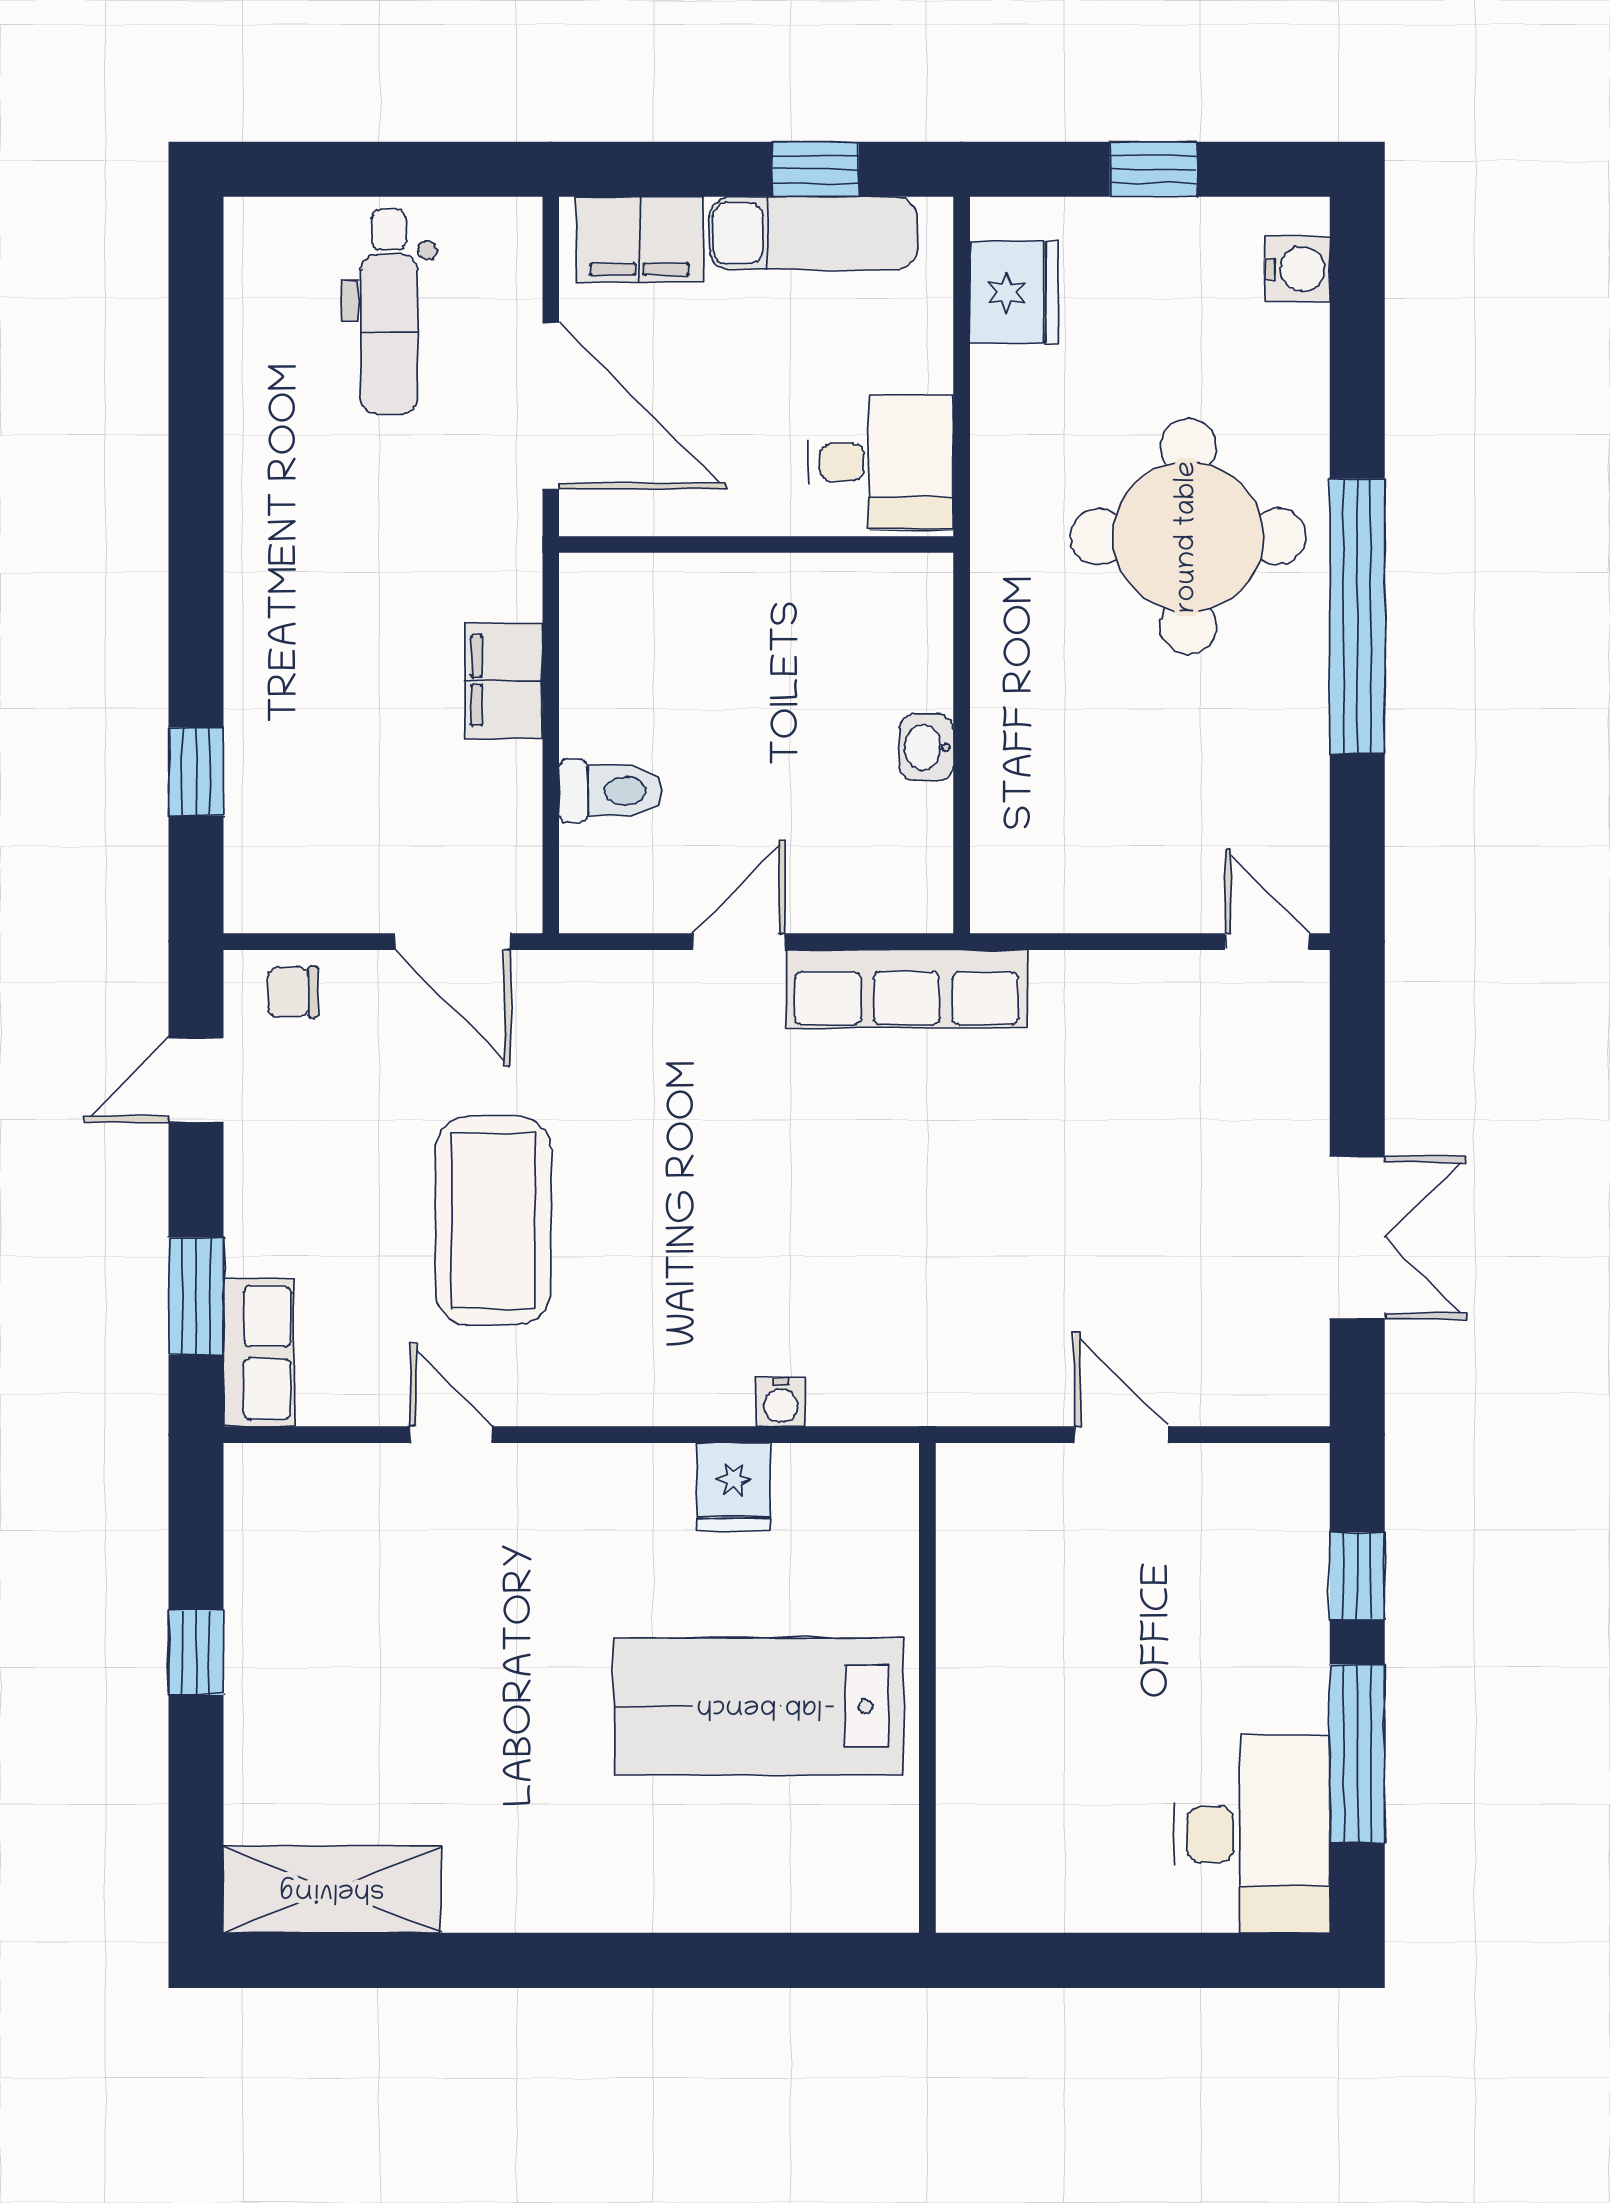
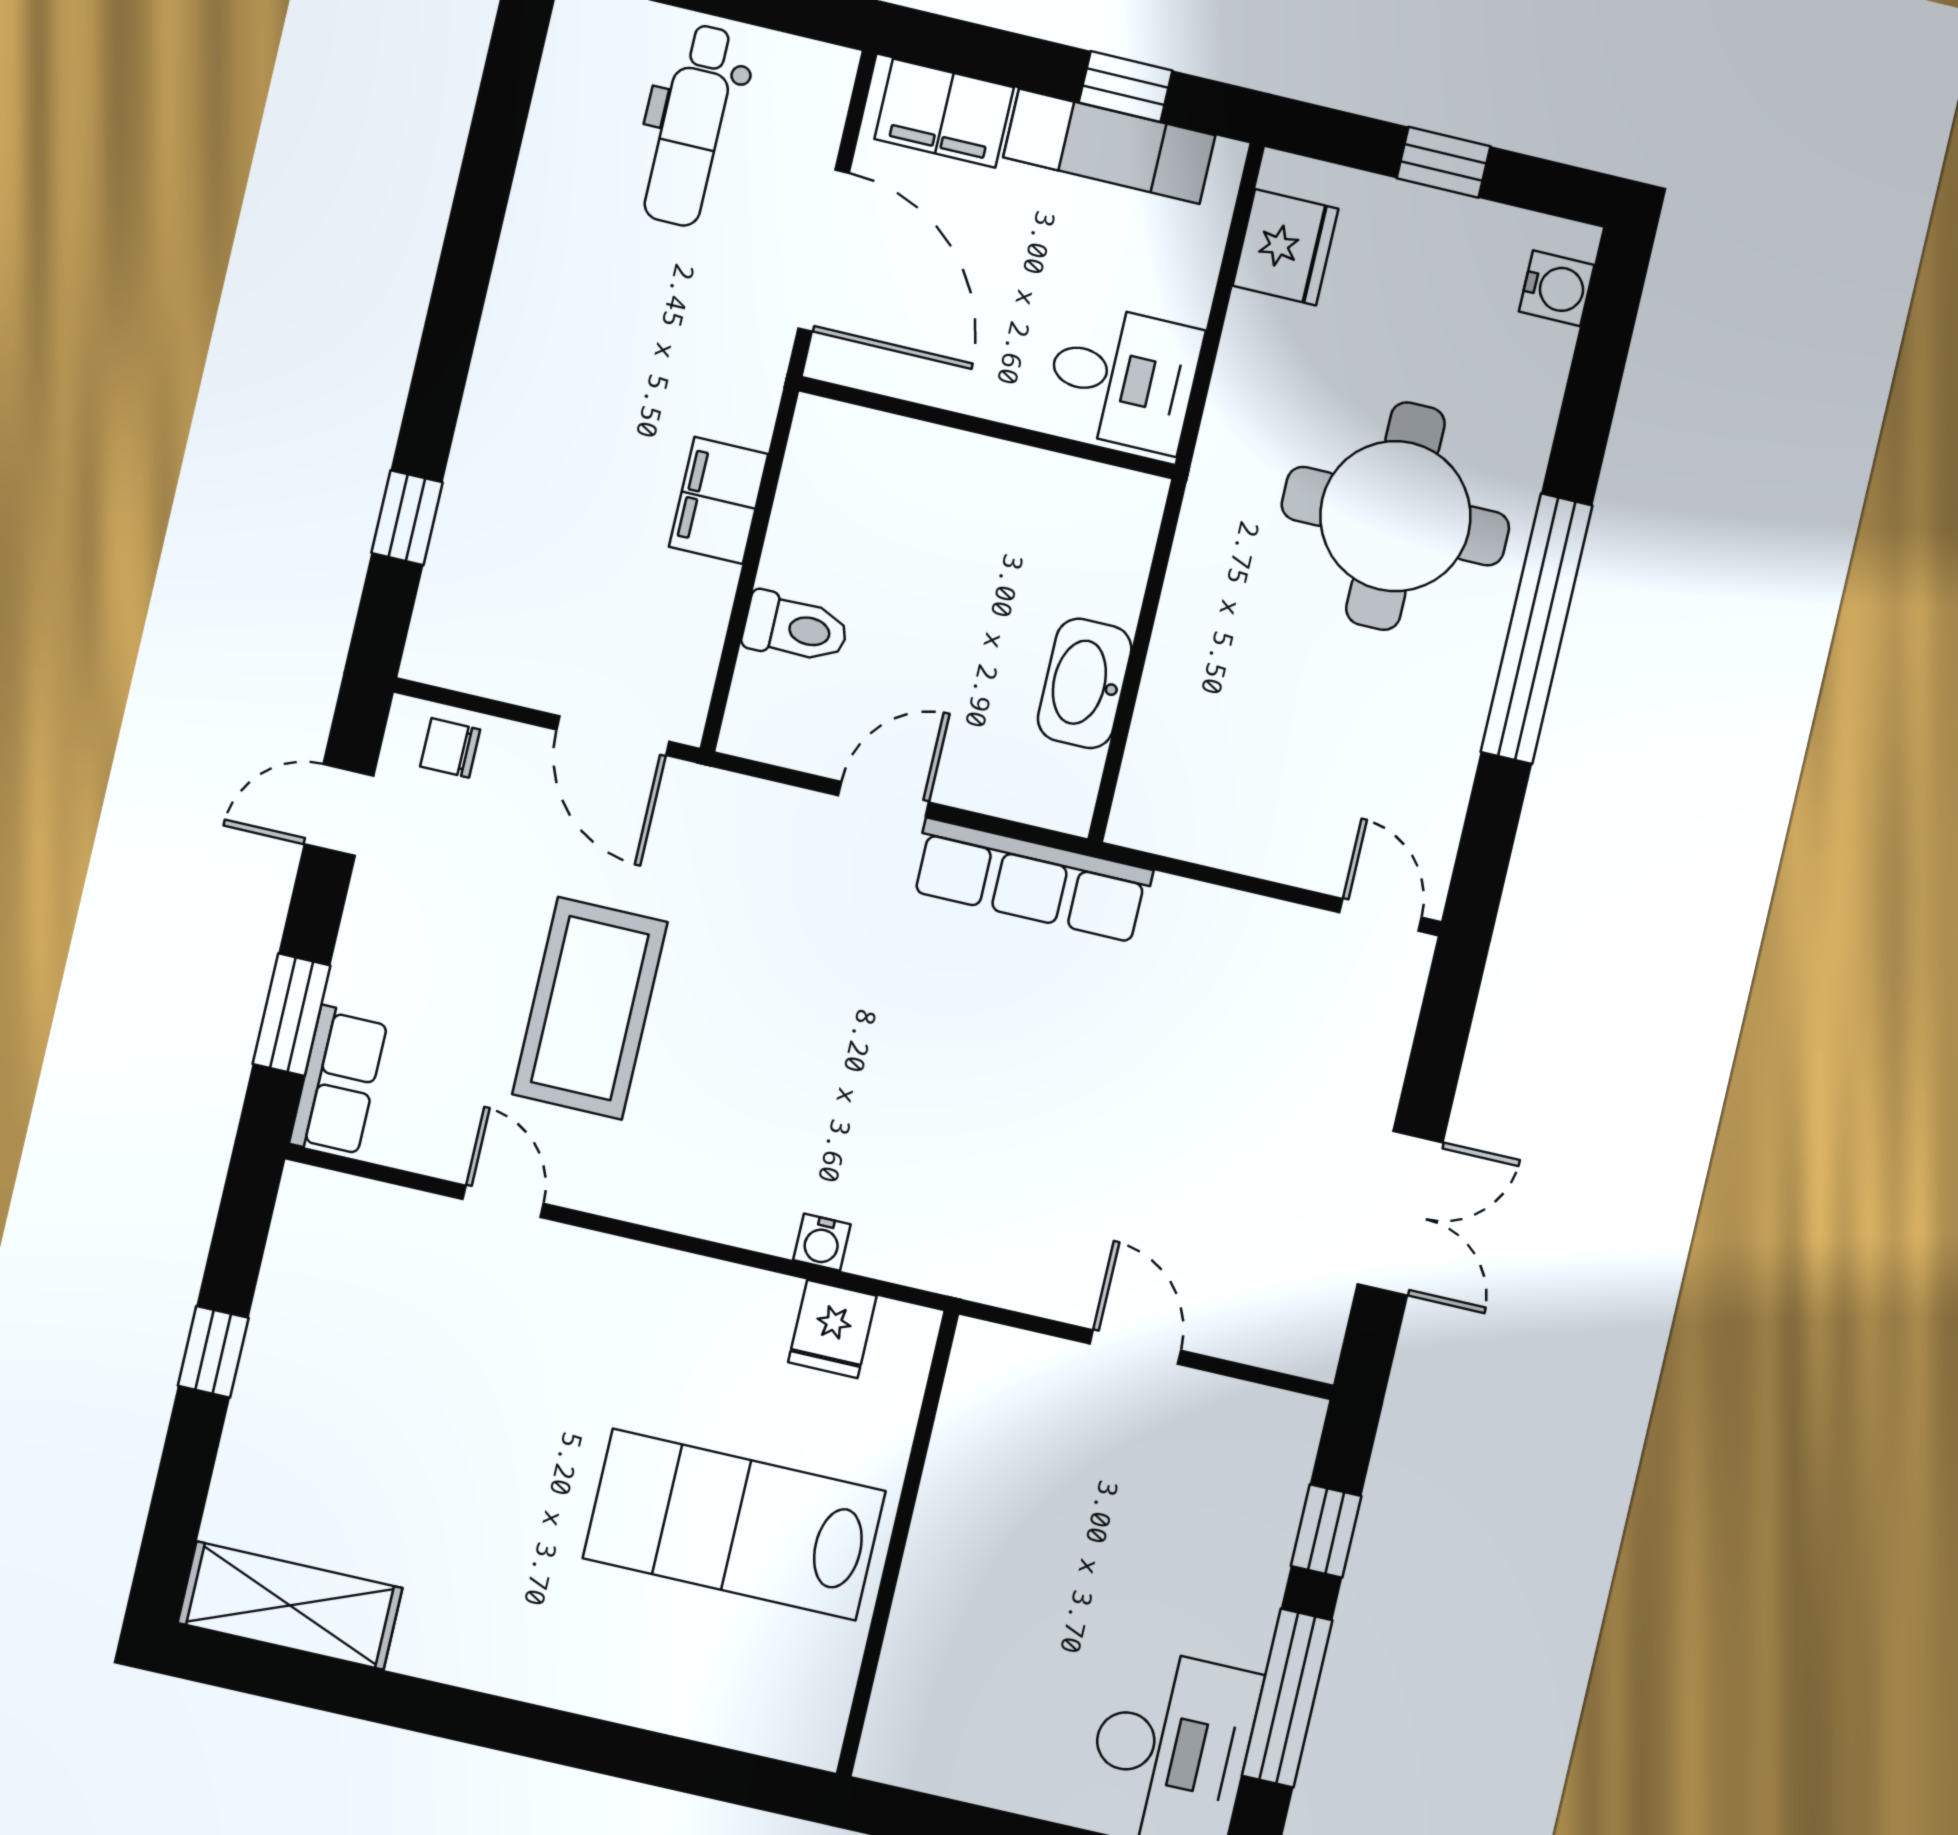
washbasin: (926, 748) -> (1085, 683), width x1.91, depth x1.45
fridge: (733, 1487) -> (832, 1329), moved

